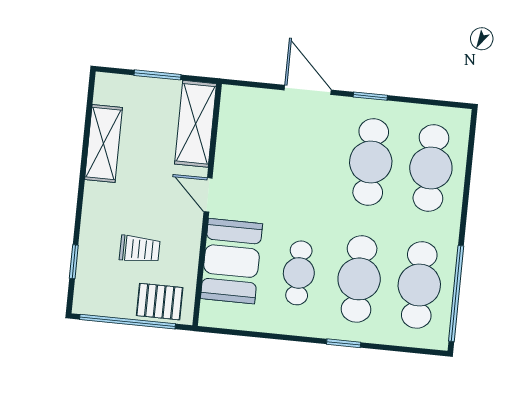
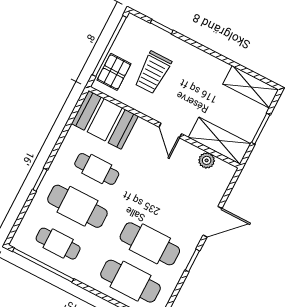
plant: (229, 130) -> (207, 160), added
shelving: (103, 143) -> (251, 87), moved
door: (208, 195) -> (170, 130), swing flipped
trolley: (140, 249) -> (153, 72), width x1.36, depth x1.39
booth: (231, 261) -> (105, 120), moved
cafe table: (419, 285) -> (58, 244), width x0.73, depth x0.74

